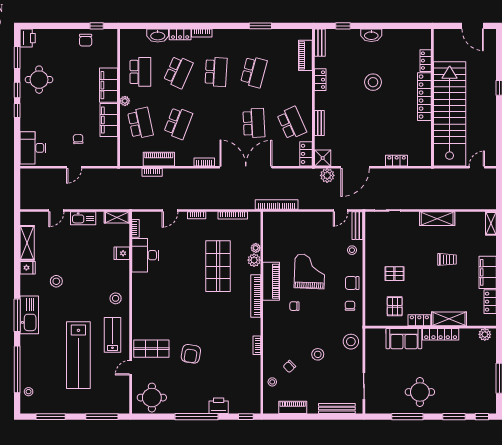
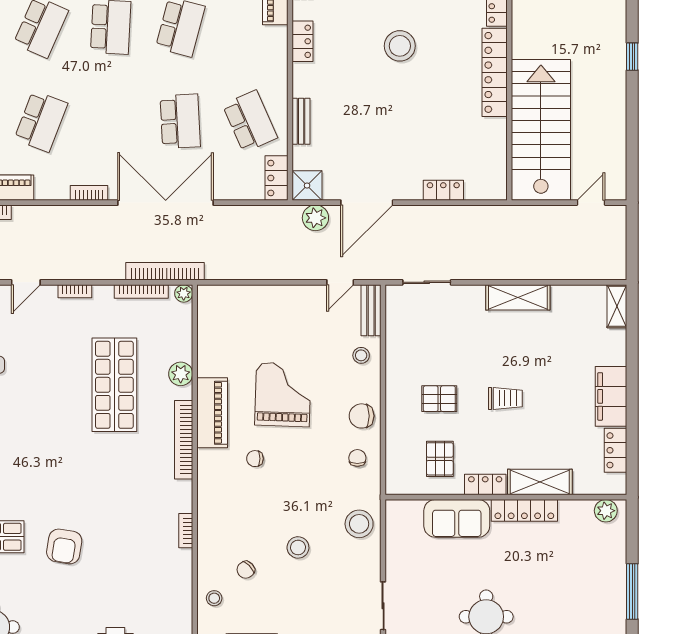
stairs: (450, 114) -> (541, 130), width x0.73
bookcase: (277, 204) -> (165, 271), moved
plant: (256, 248) -> (184, 293), moved
trolley: (447, 259) -> (505, 398), moved

